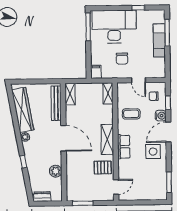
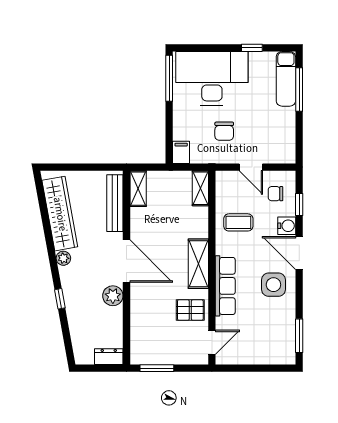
exam couch: (159, 40) -> (286, 79), moved
door: (168, 132) -> (299, 253), hinge flipped
row of seats: (124, 147) -> (225, 286), width x1.48
plant: (56, 171) -> (113, 296), moved
dresser: (42, 197) -> (109, 357), moved

